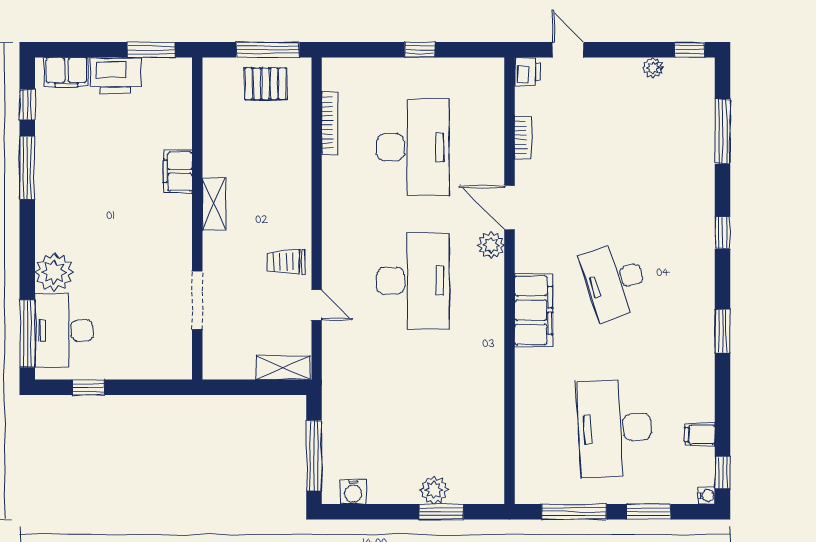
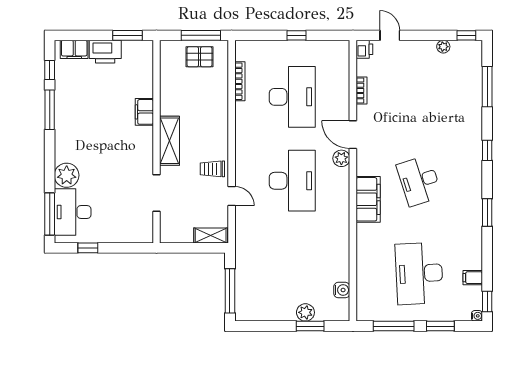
shelving: (214, 204) -> (170, 141), width x1.50, depth x1.33
water cooler: (353, 491) -> (342, 290), moved, turned -90

